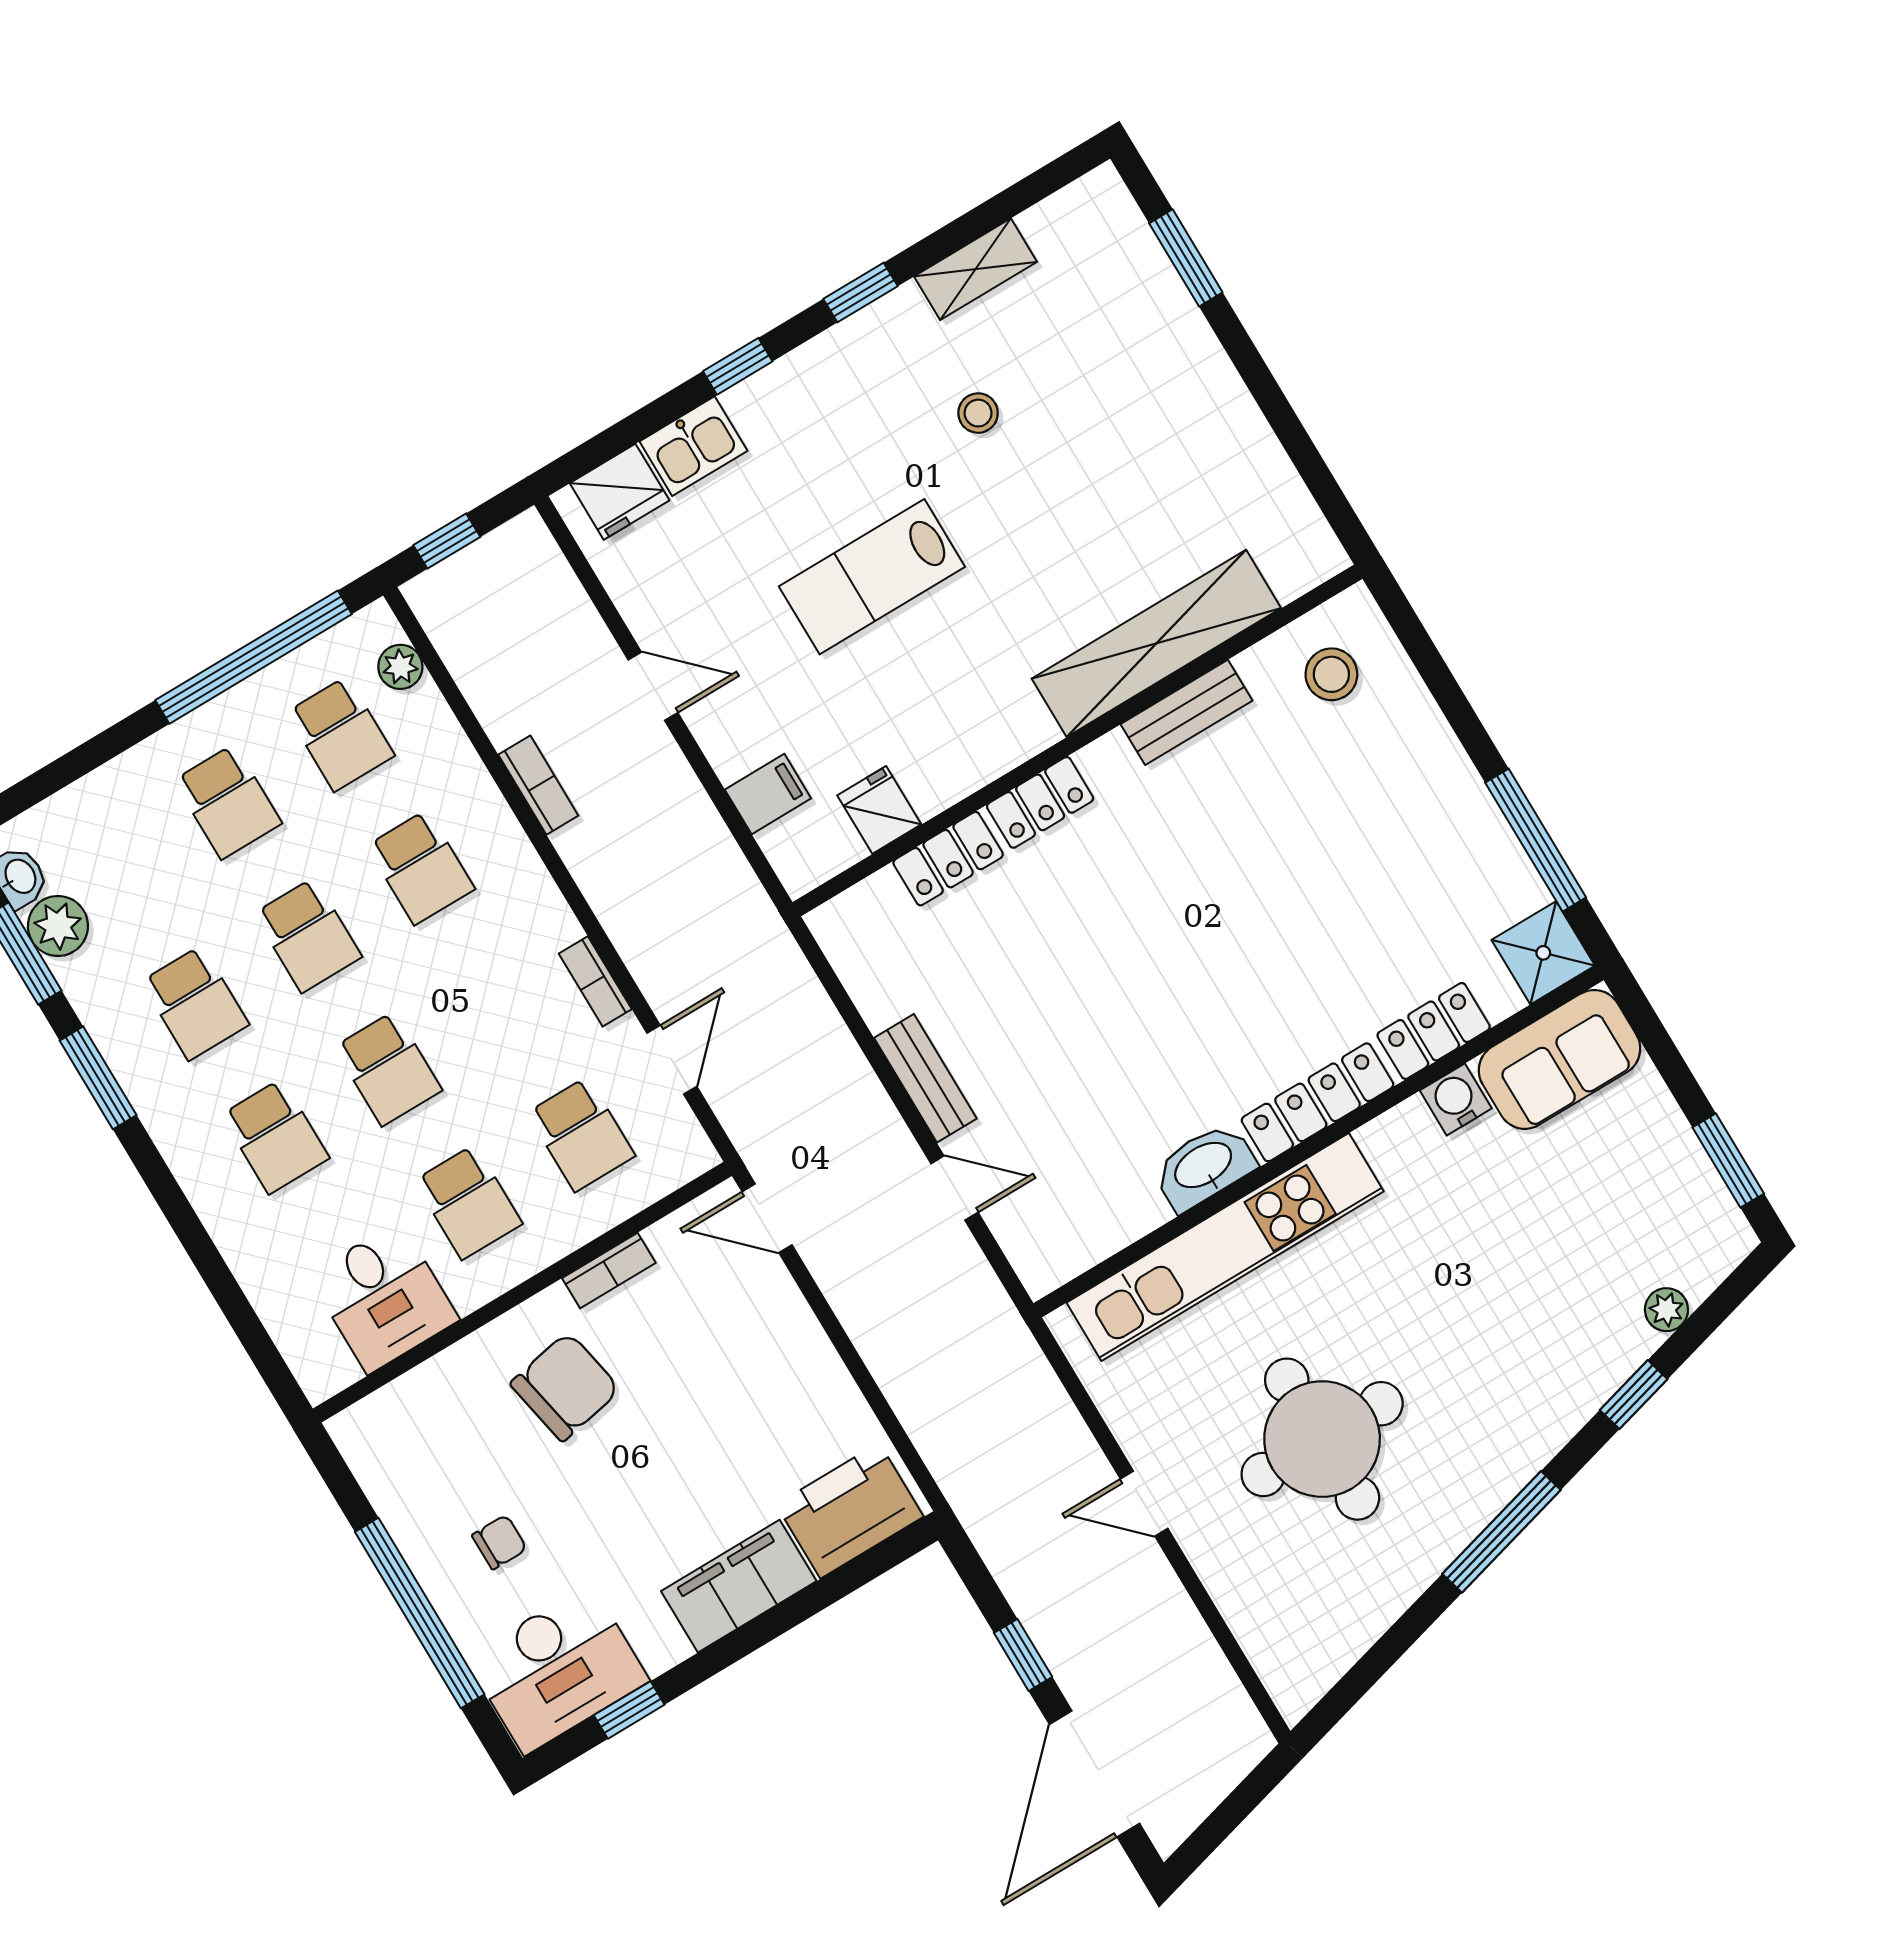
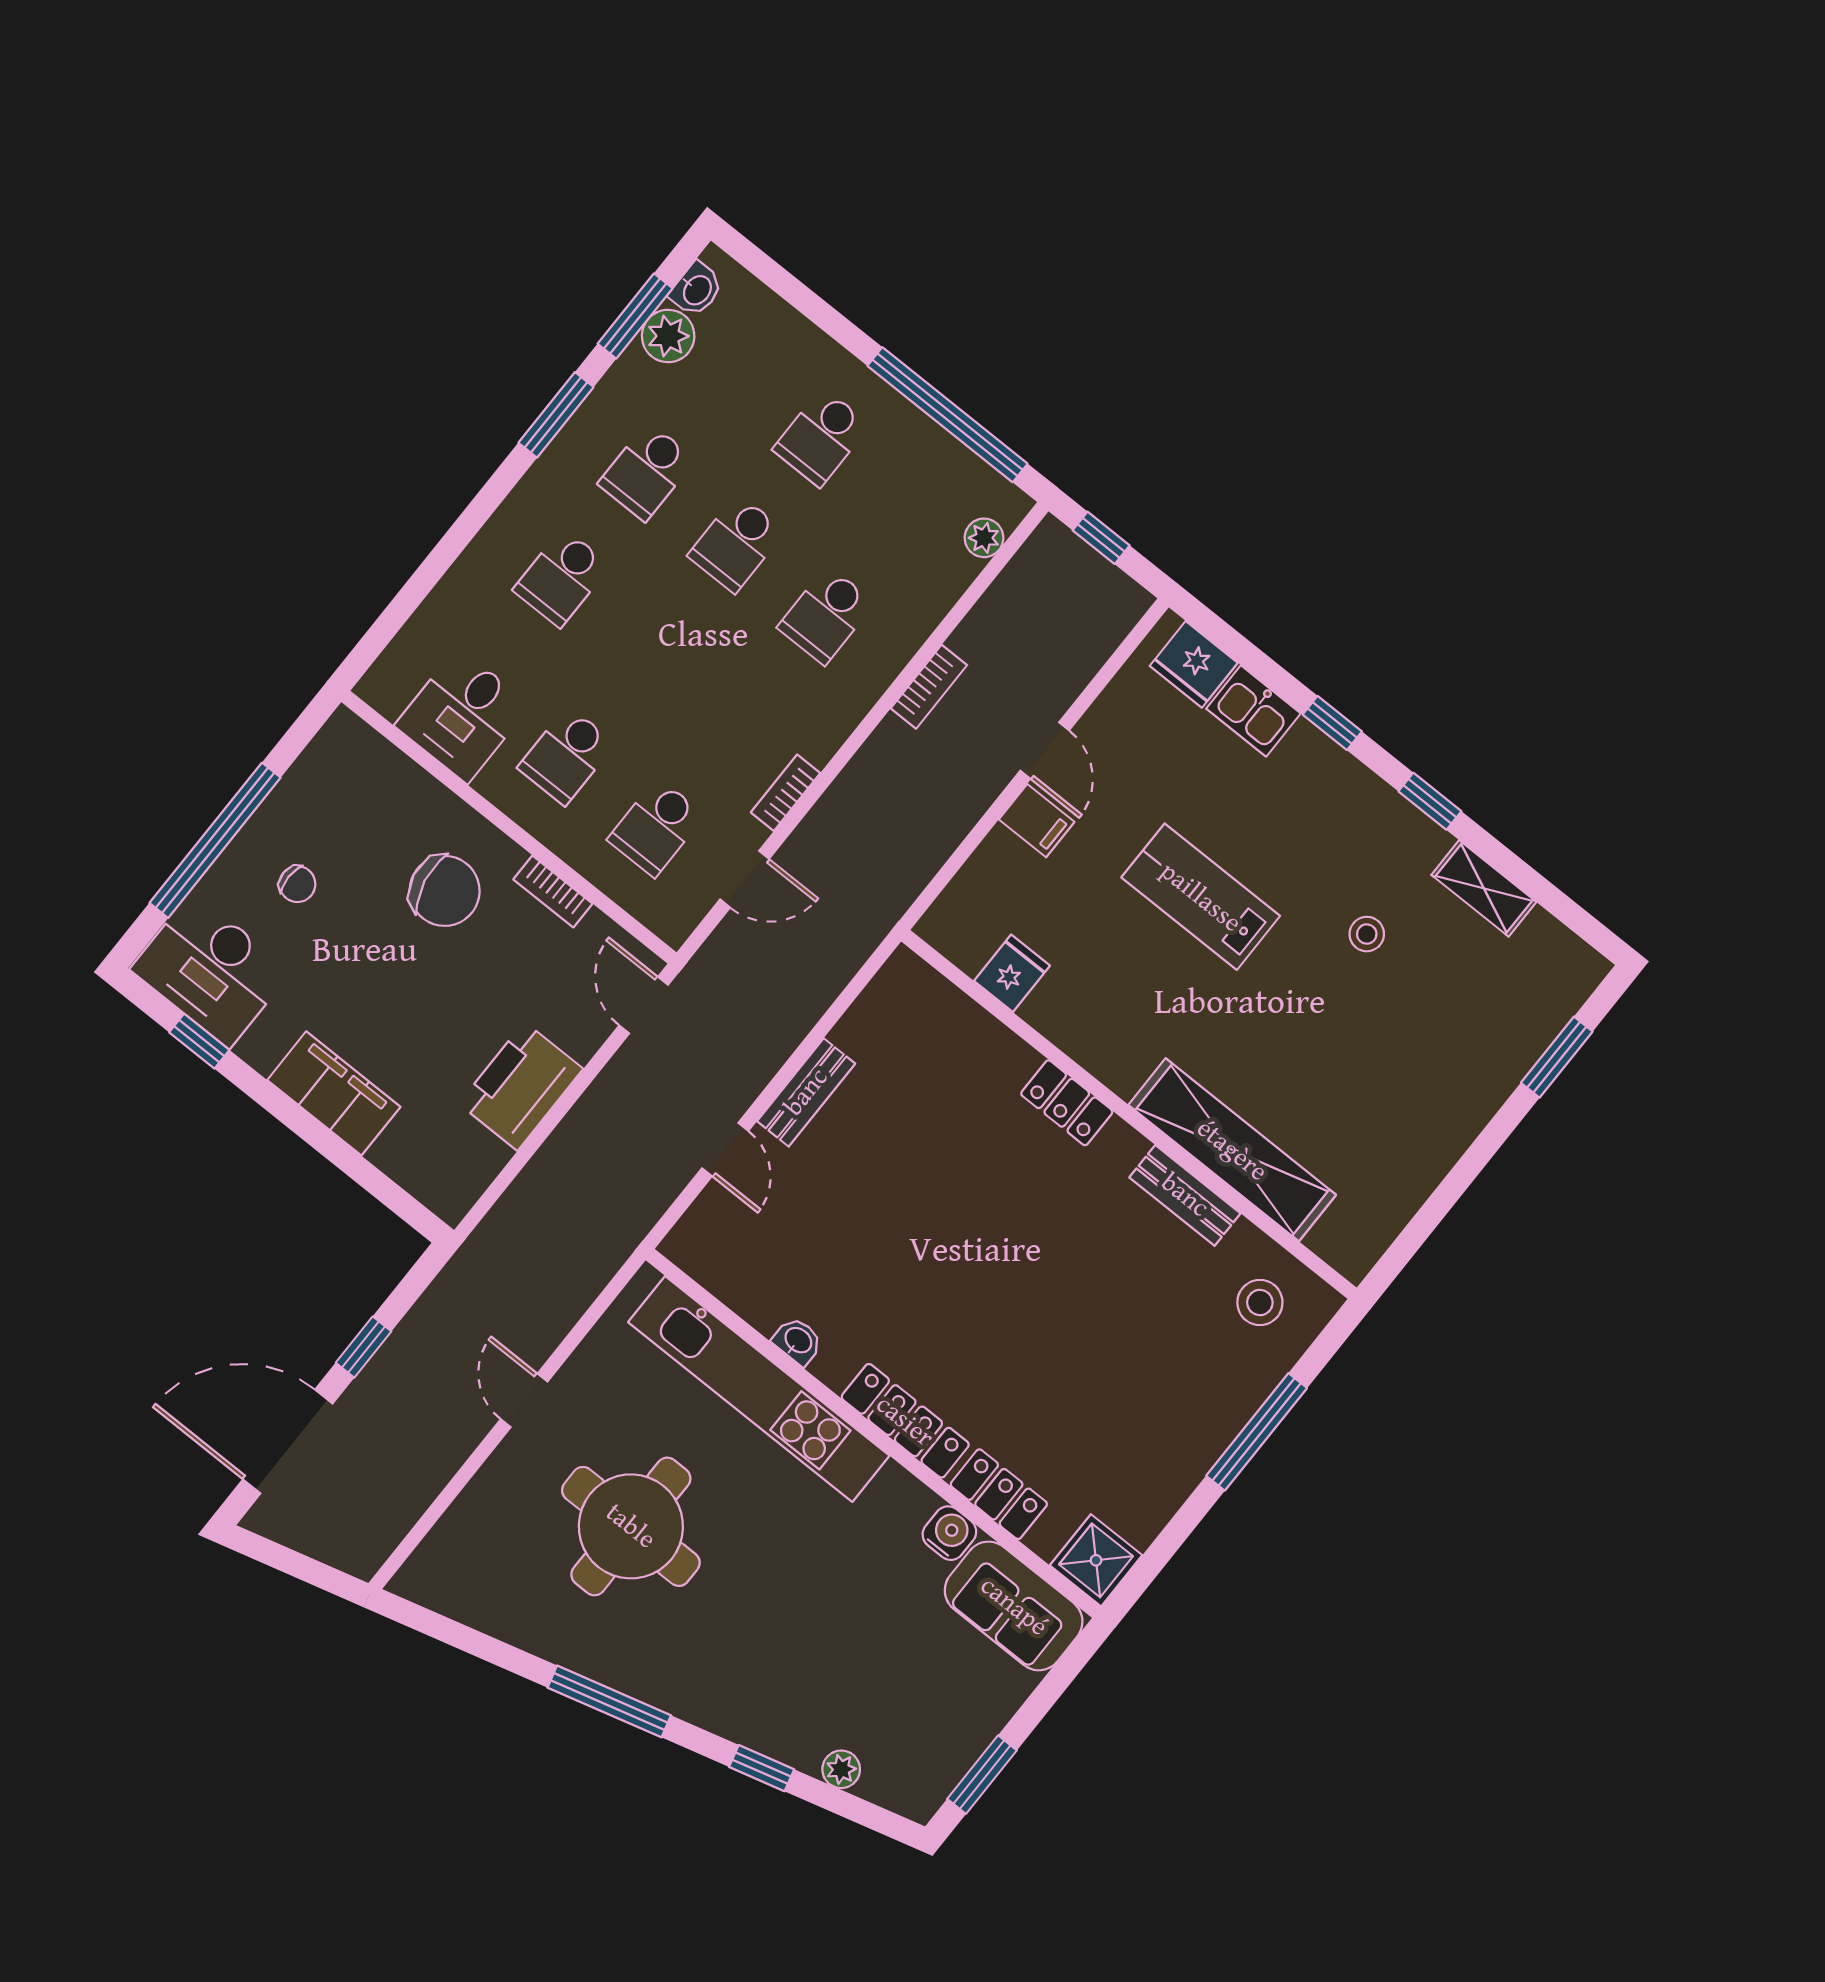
school desk: (341, 734) -> (911, 509), removed
filing cabinet: (768, 794) -> (1037, 821), moved
window: (1536, 840) -> (1257, 1432), moved
locker: (948, 859) -> (993, 1044), removed
school desk: (388, 1069) -> (651, 650), removed
washbasin: (1204, 1167) -> (798, 1341), width x0.52, depth x0.69
printer: (850, 1511) -> (521, 1086), moved, turned -90

